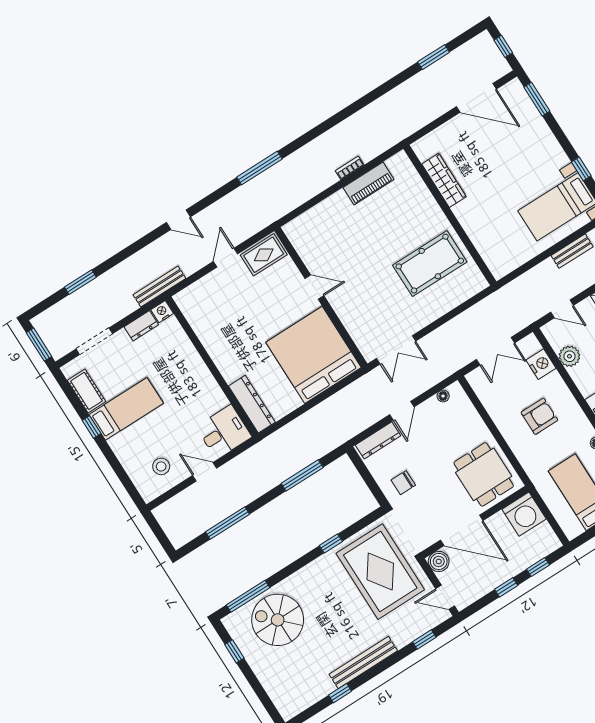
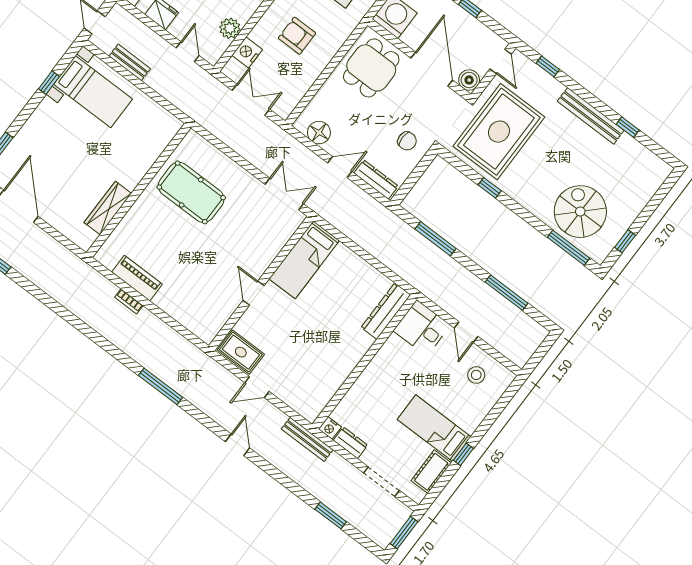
bed: (313, 355) -> (304, 260), width x0.49
floor lamp: (443, 396) -> (319, 133), width x1.89, depth x1.89
spiral stairs: (278, 620) -> (580, 212), turned 180

